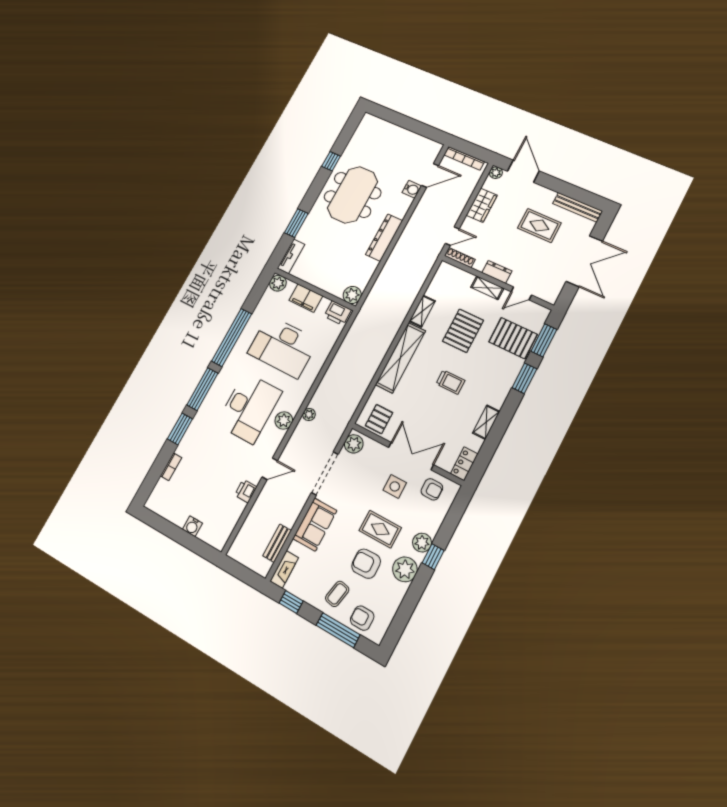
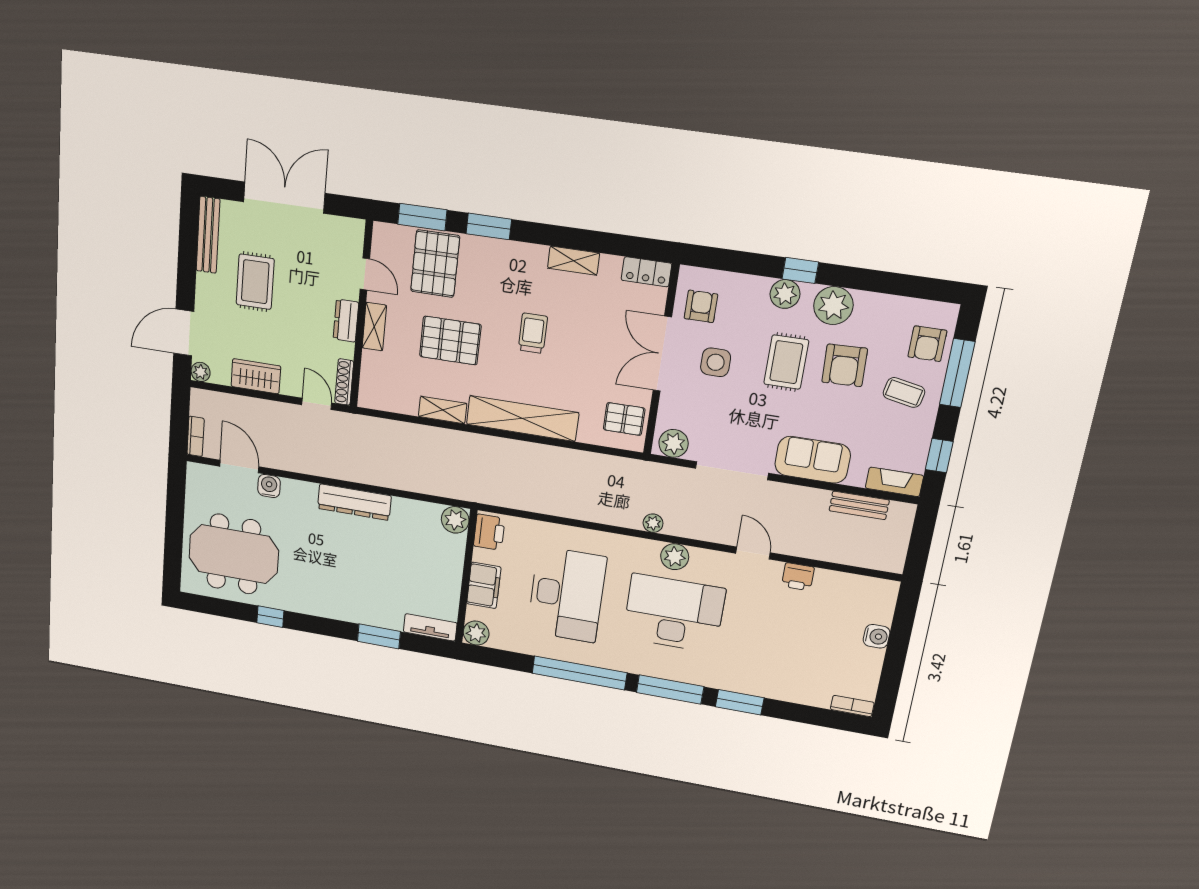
bookcase: (464, 158) -> (196, 436), width x0.64
meeting table: (352, 195) -> (234, 554), moved
bookcase: (171, 467) -> (852, 706), moved

